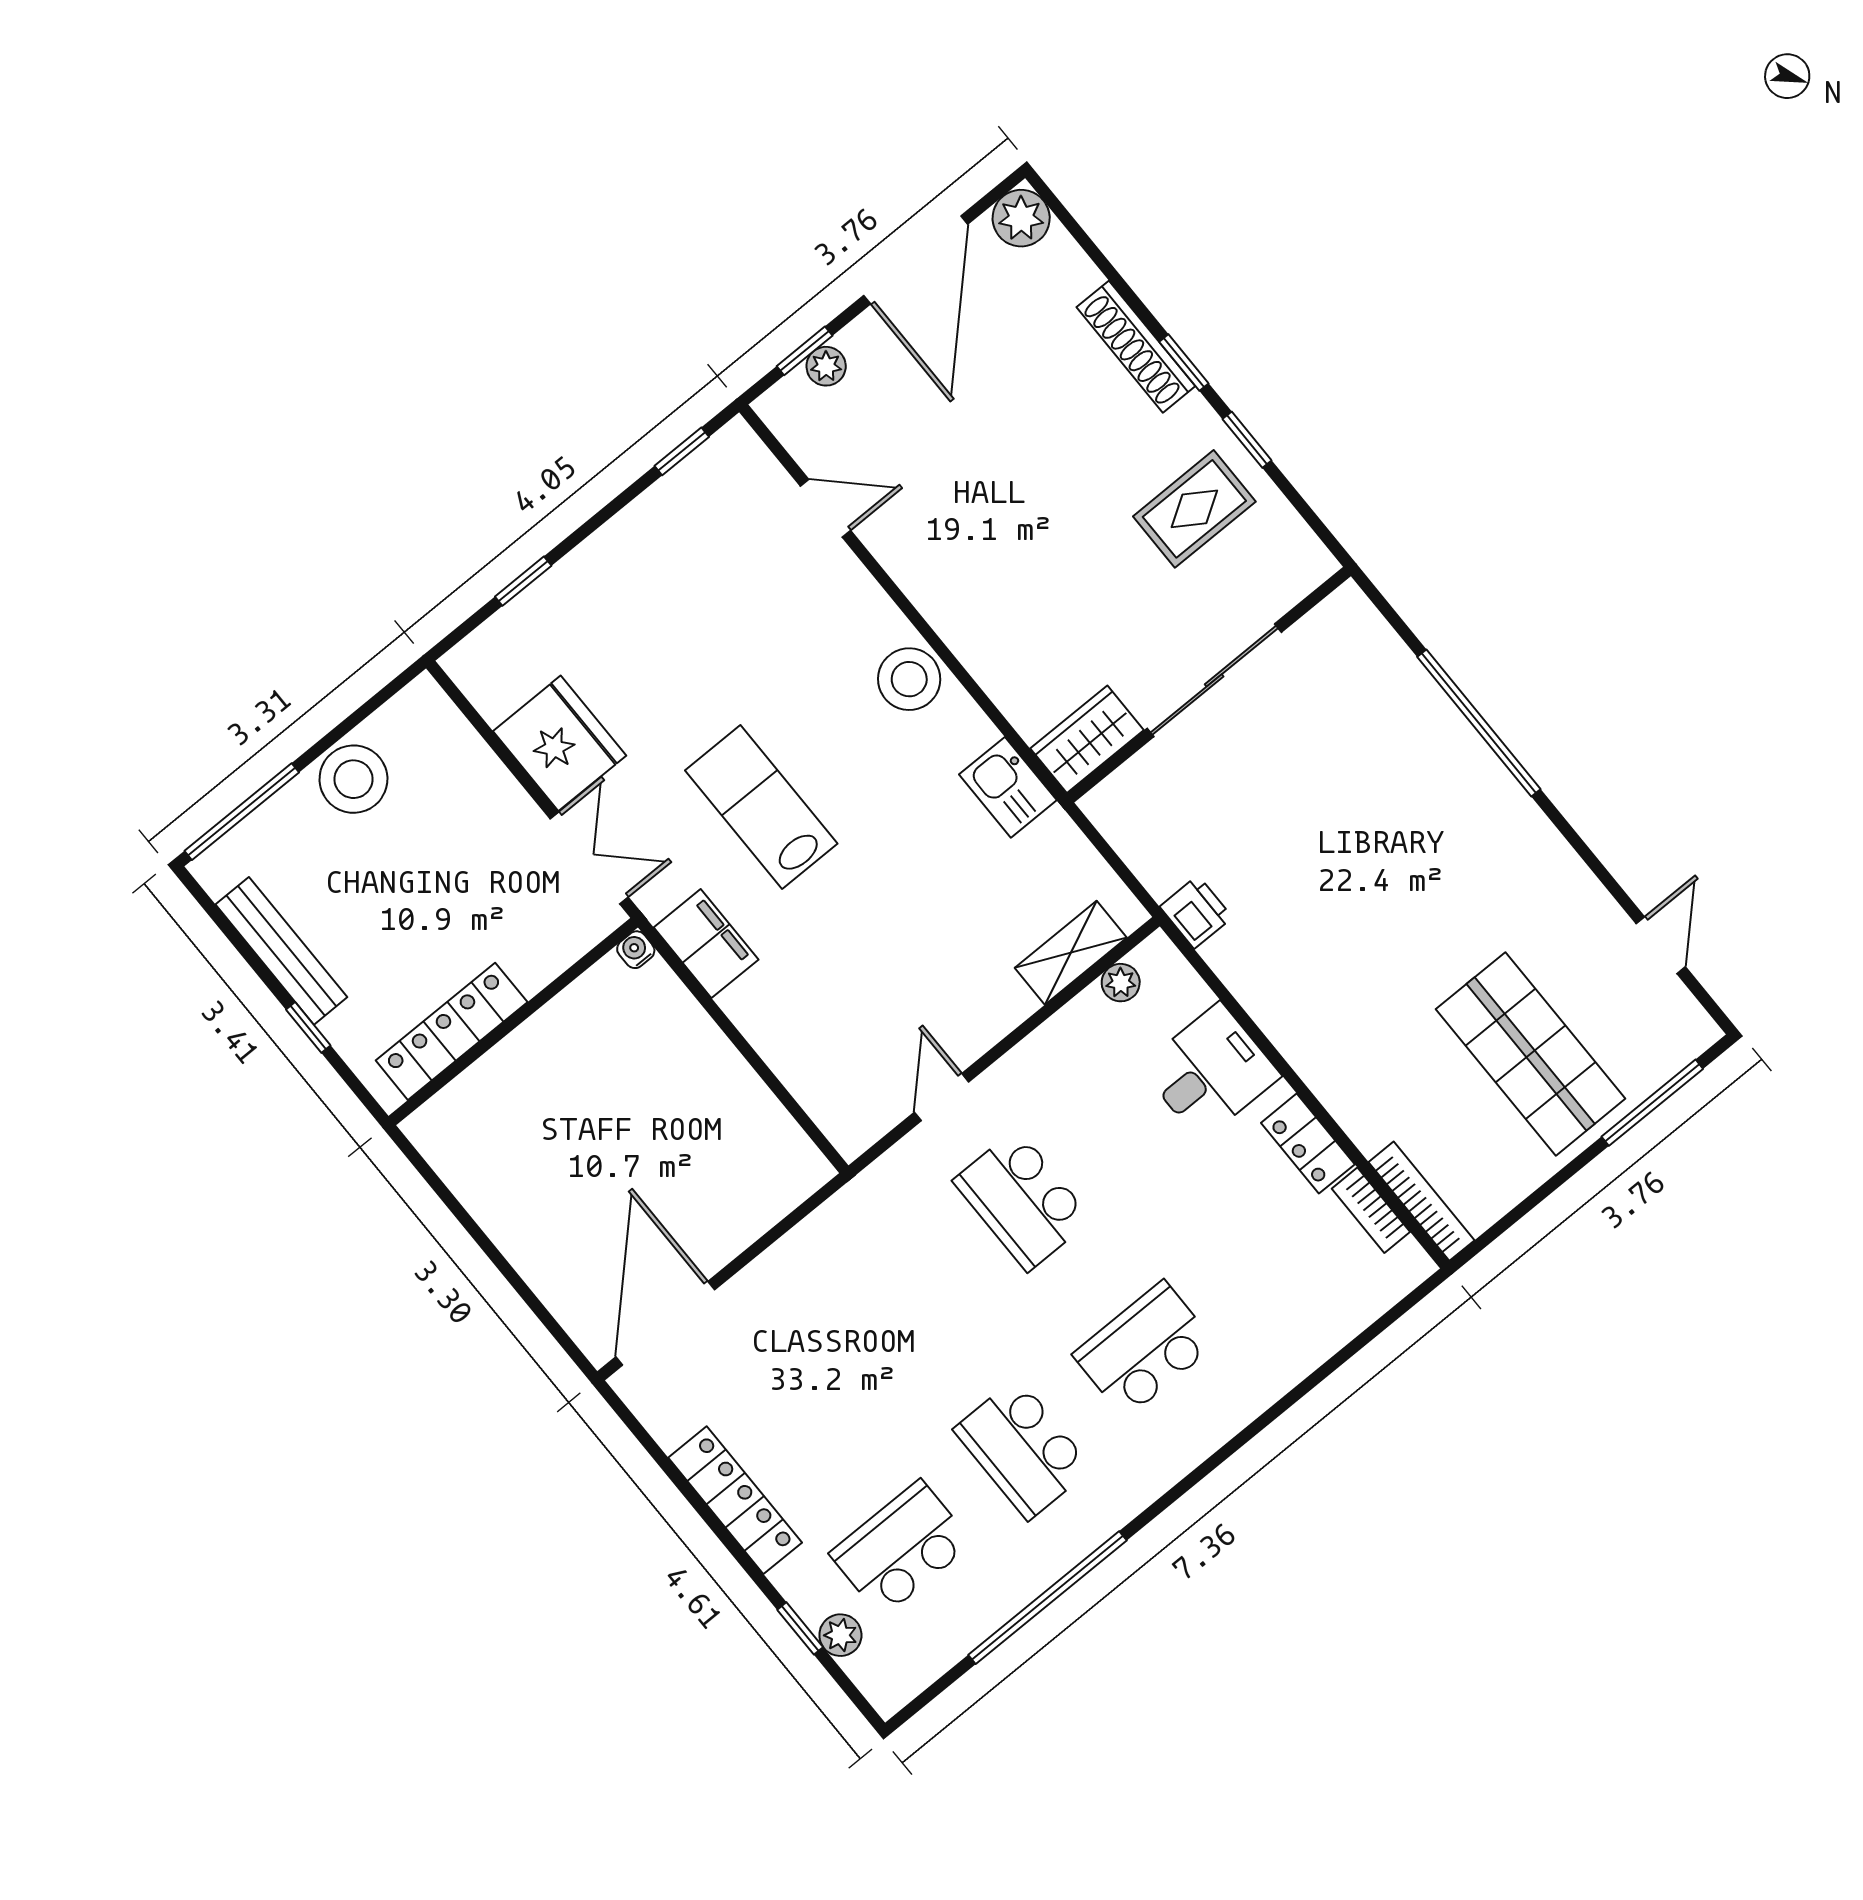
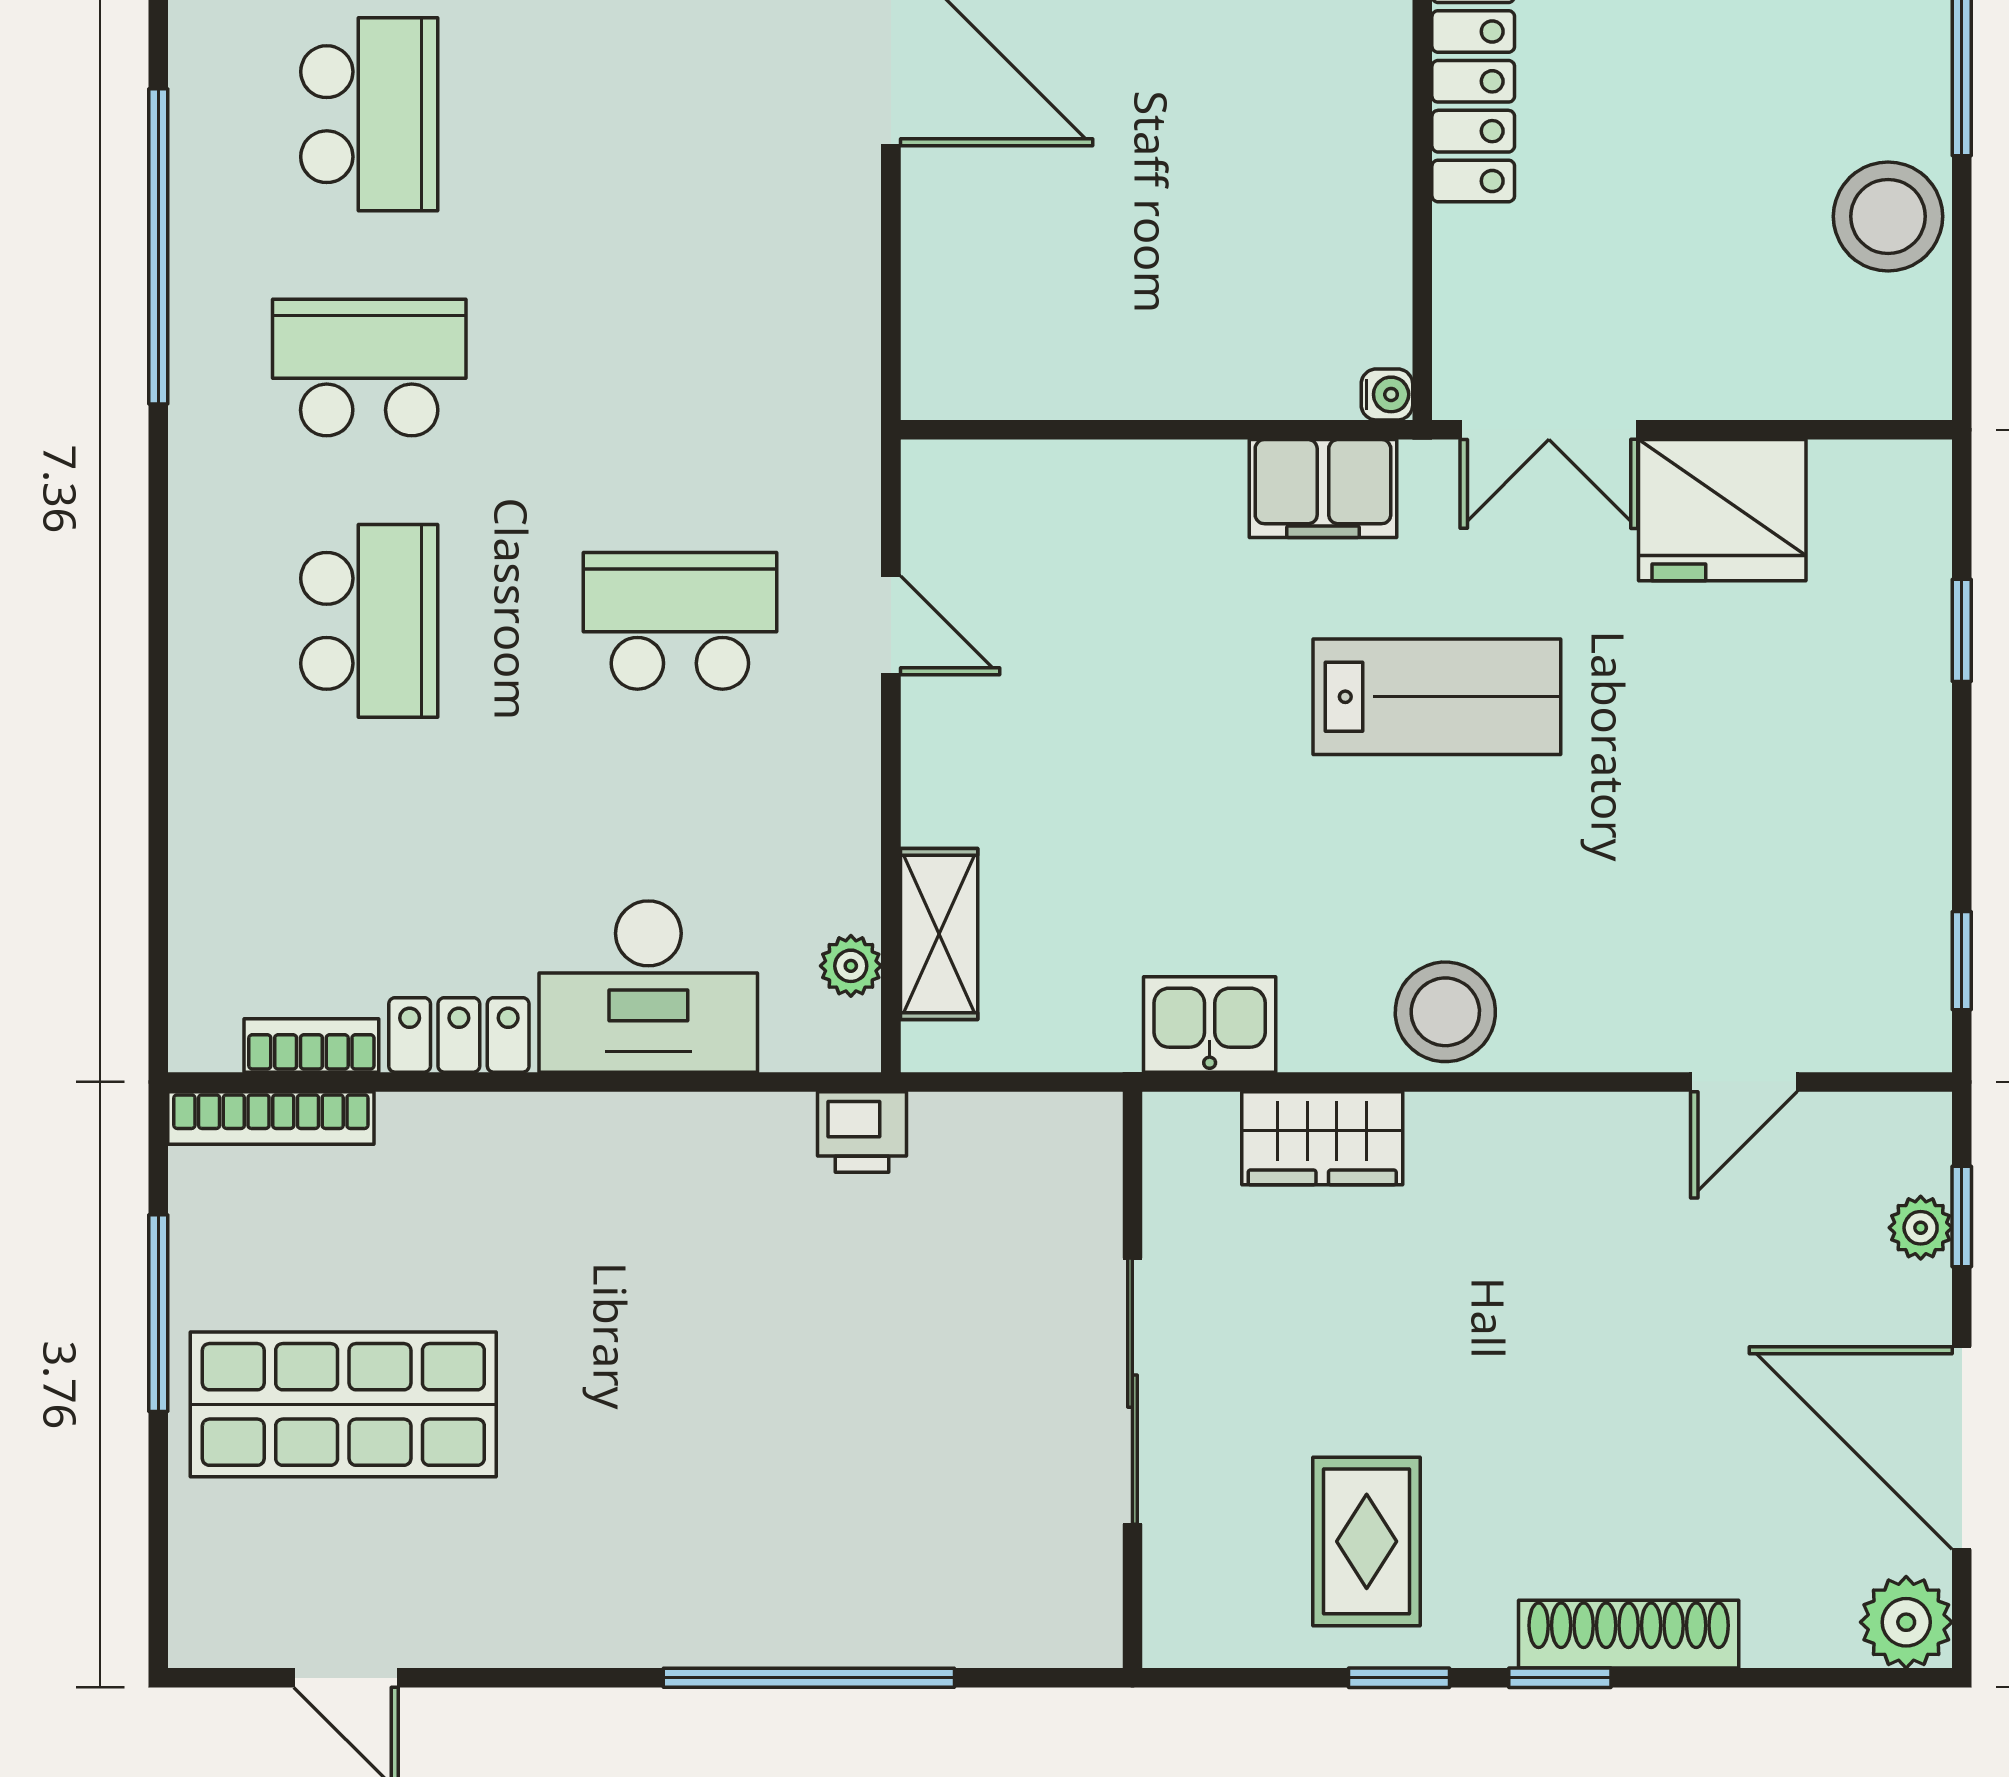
wardrobe: (1087, 739) -> (1322, 1138), moved, turned 90
desk: (1210, 1072) -> (648, 987), width x1.37
window: (1652, 1103) -> (158, 1313), moved

